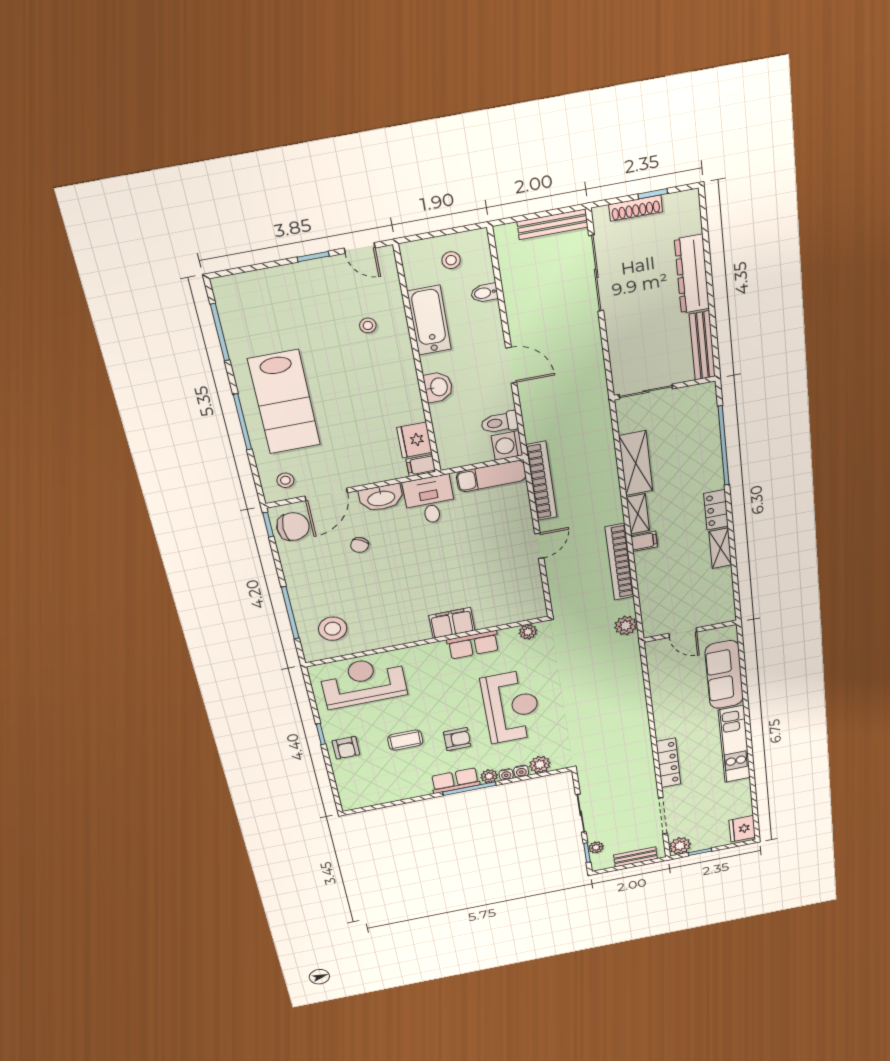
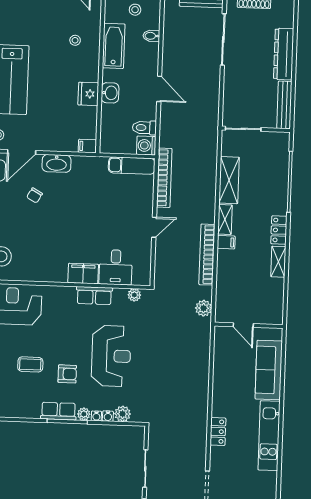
fridge: (414, 440) -> (88, 94), moved
desk: (430, 500) -> (116, 267), moved, turned 180
locker: (668, 763) -> (218, 432), width x0.66

